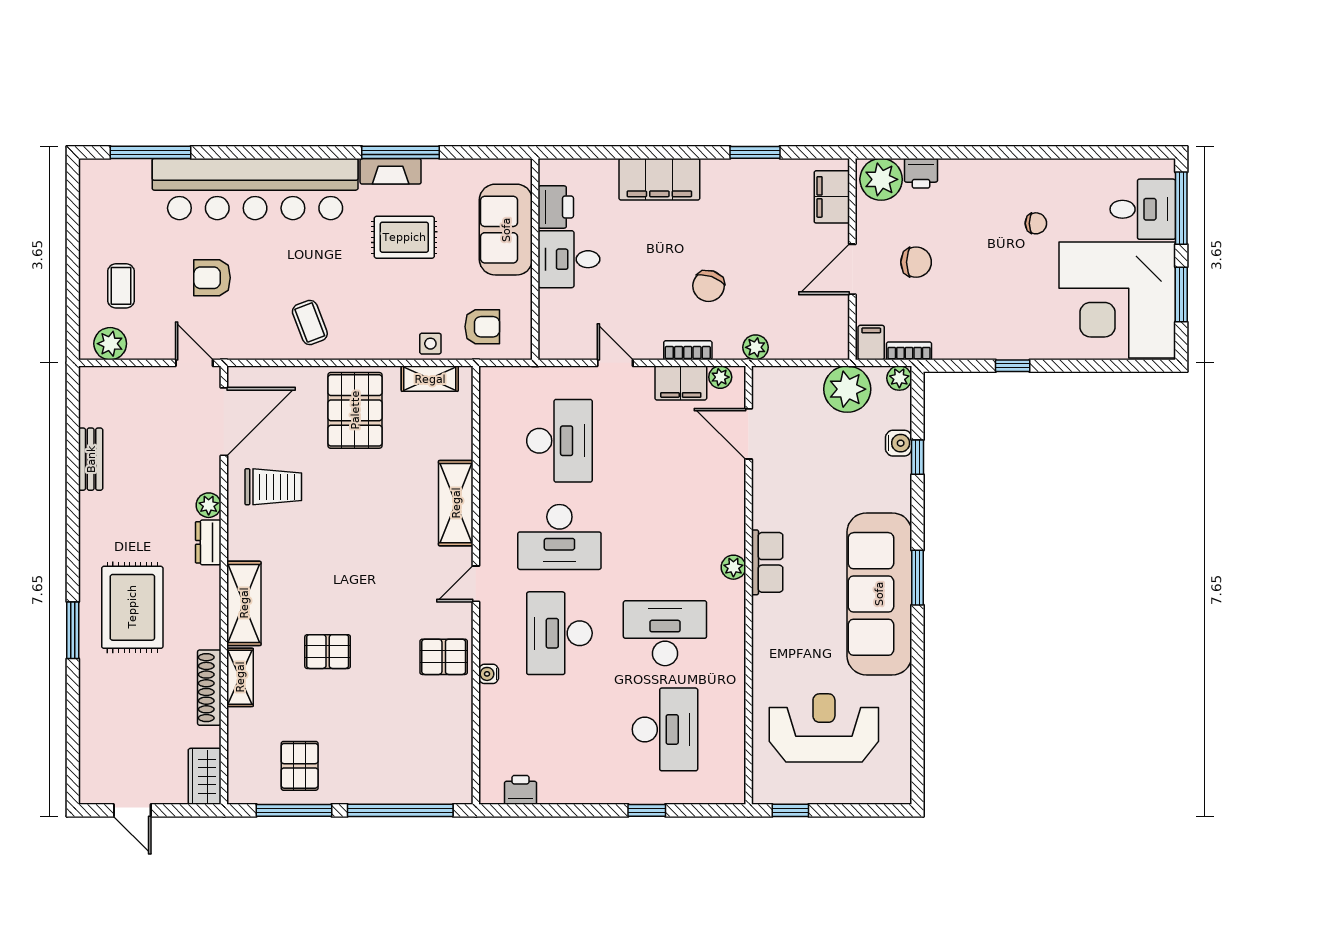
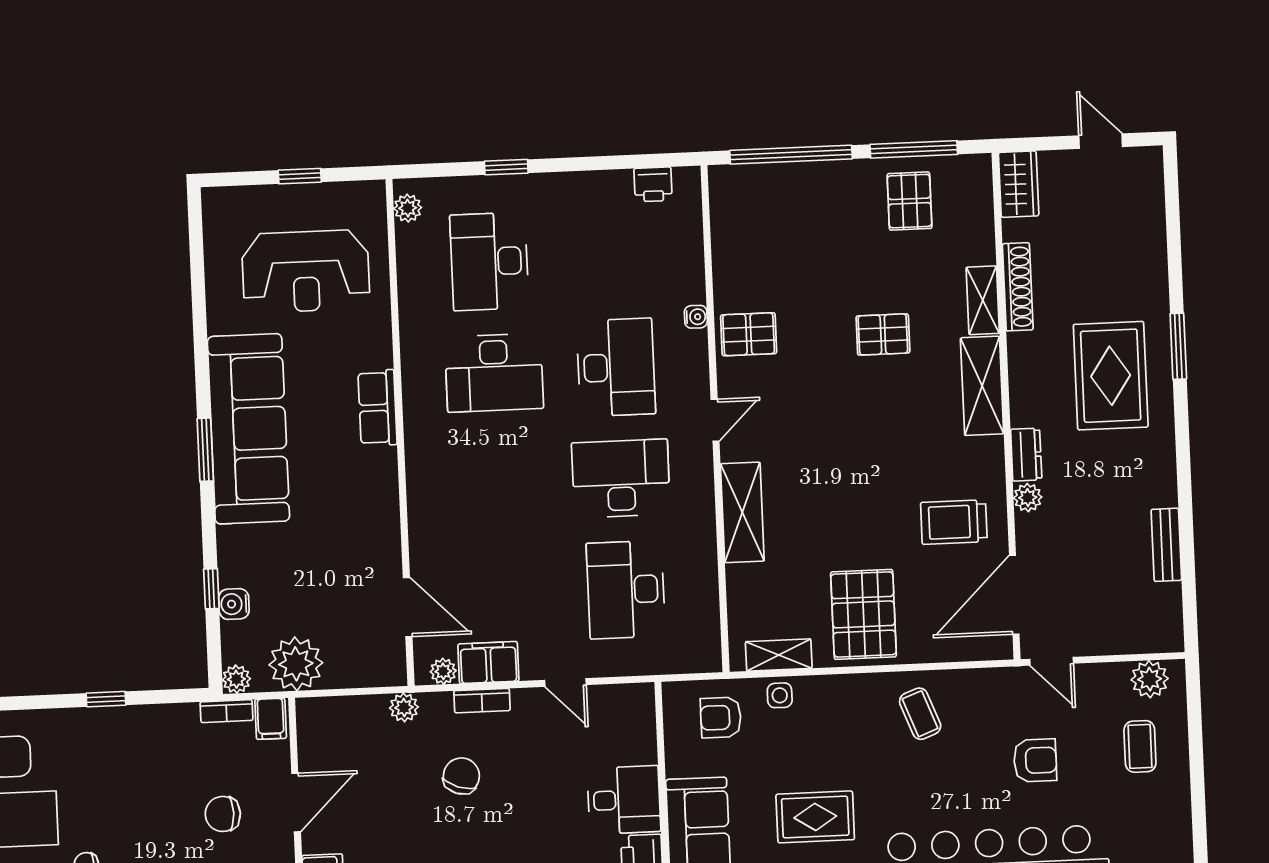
row of seats: (767, 562) -> (377, 408), moved
plant: (733, 567) -> (408, 208), moved
window: (790, 810) -> (300, 176), moved

